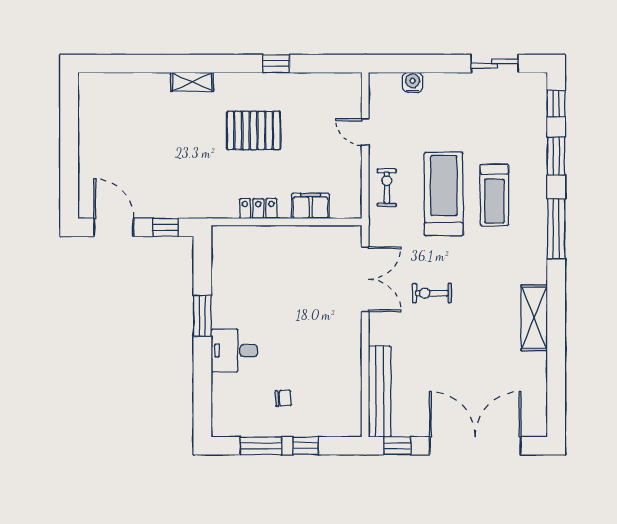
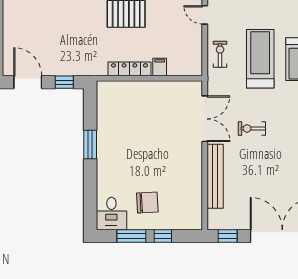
filing cabinet: (311, 206) -> (160, 67), width x0.50
locker: (258, 209) -> (129, 69), width x1.53
desk: (234, 351) -> (111, 214), moved, turned -90
bench: (380, 391) -> (215, 176), moved
chair: (284, 398) -> (147, 203), width x1.87, depth x1.87

